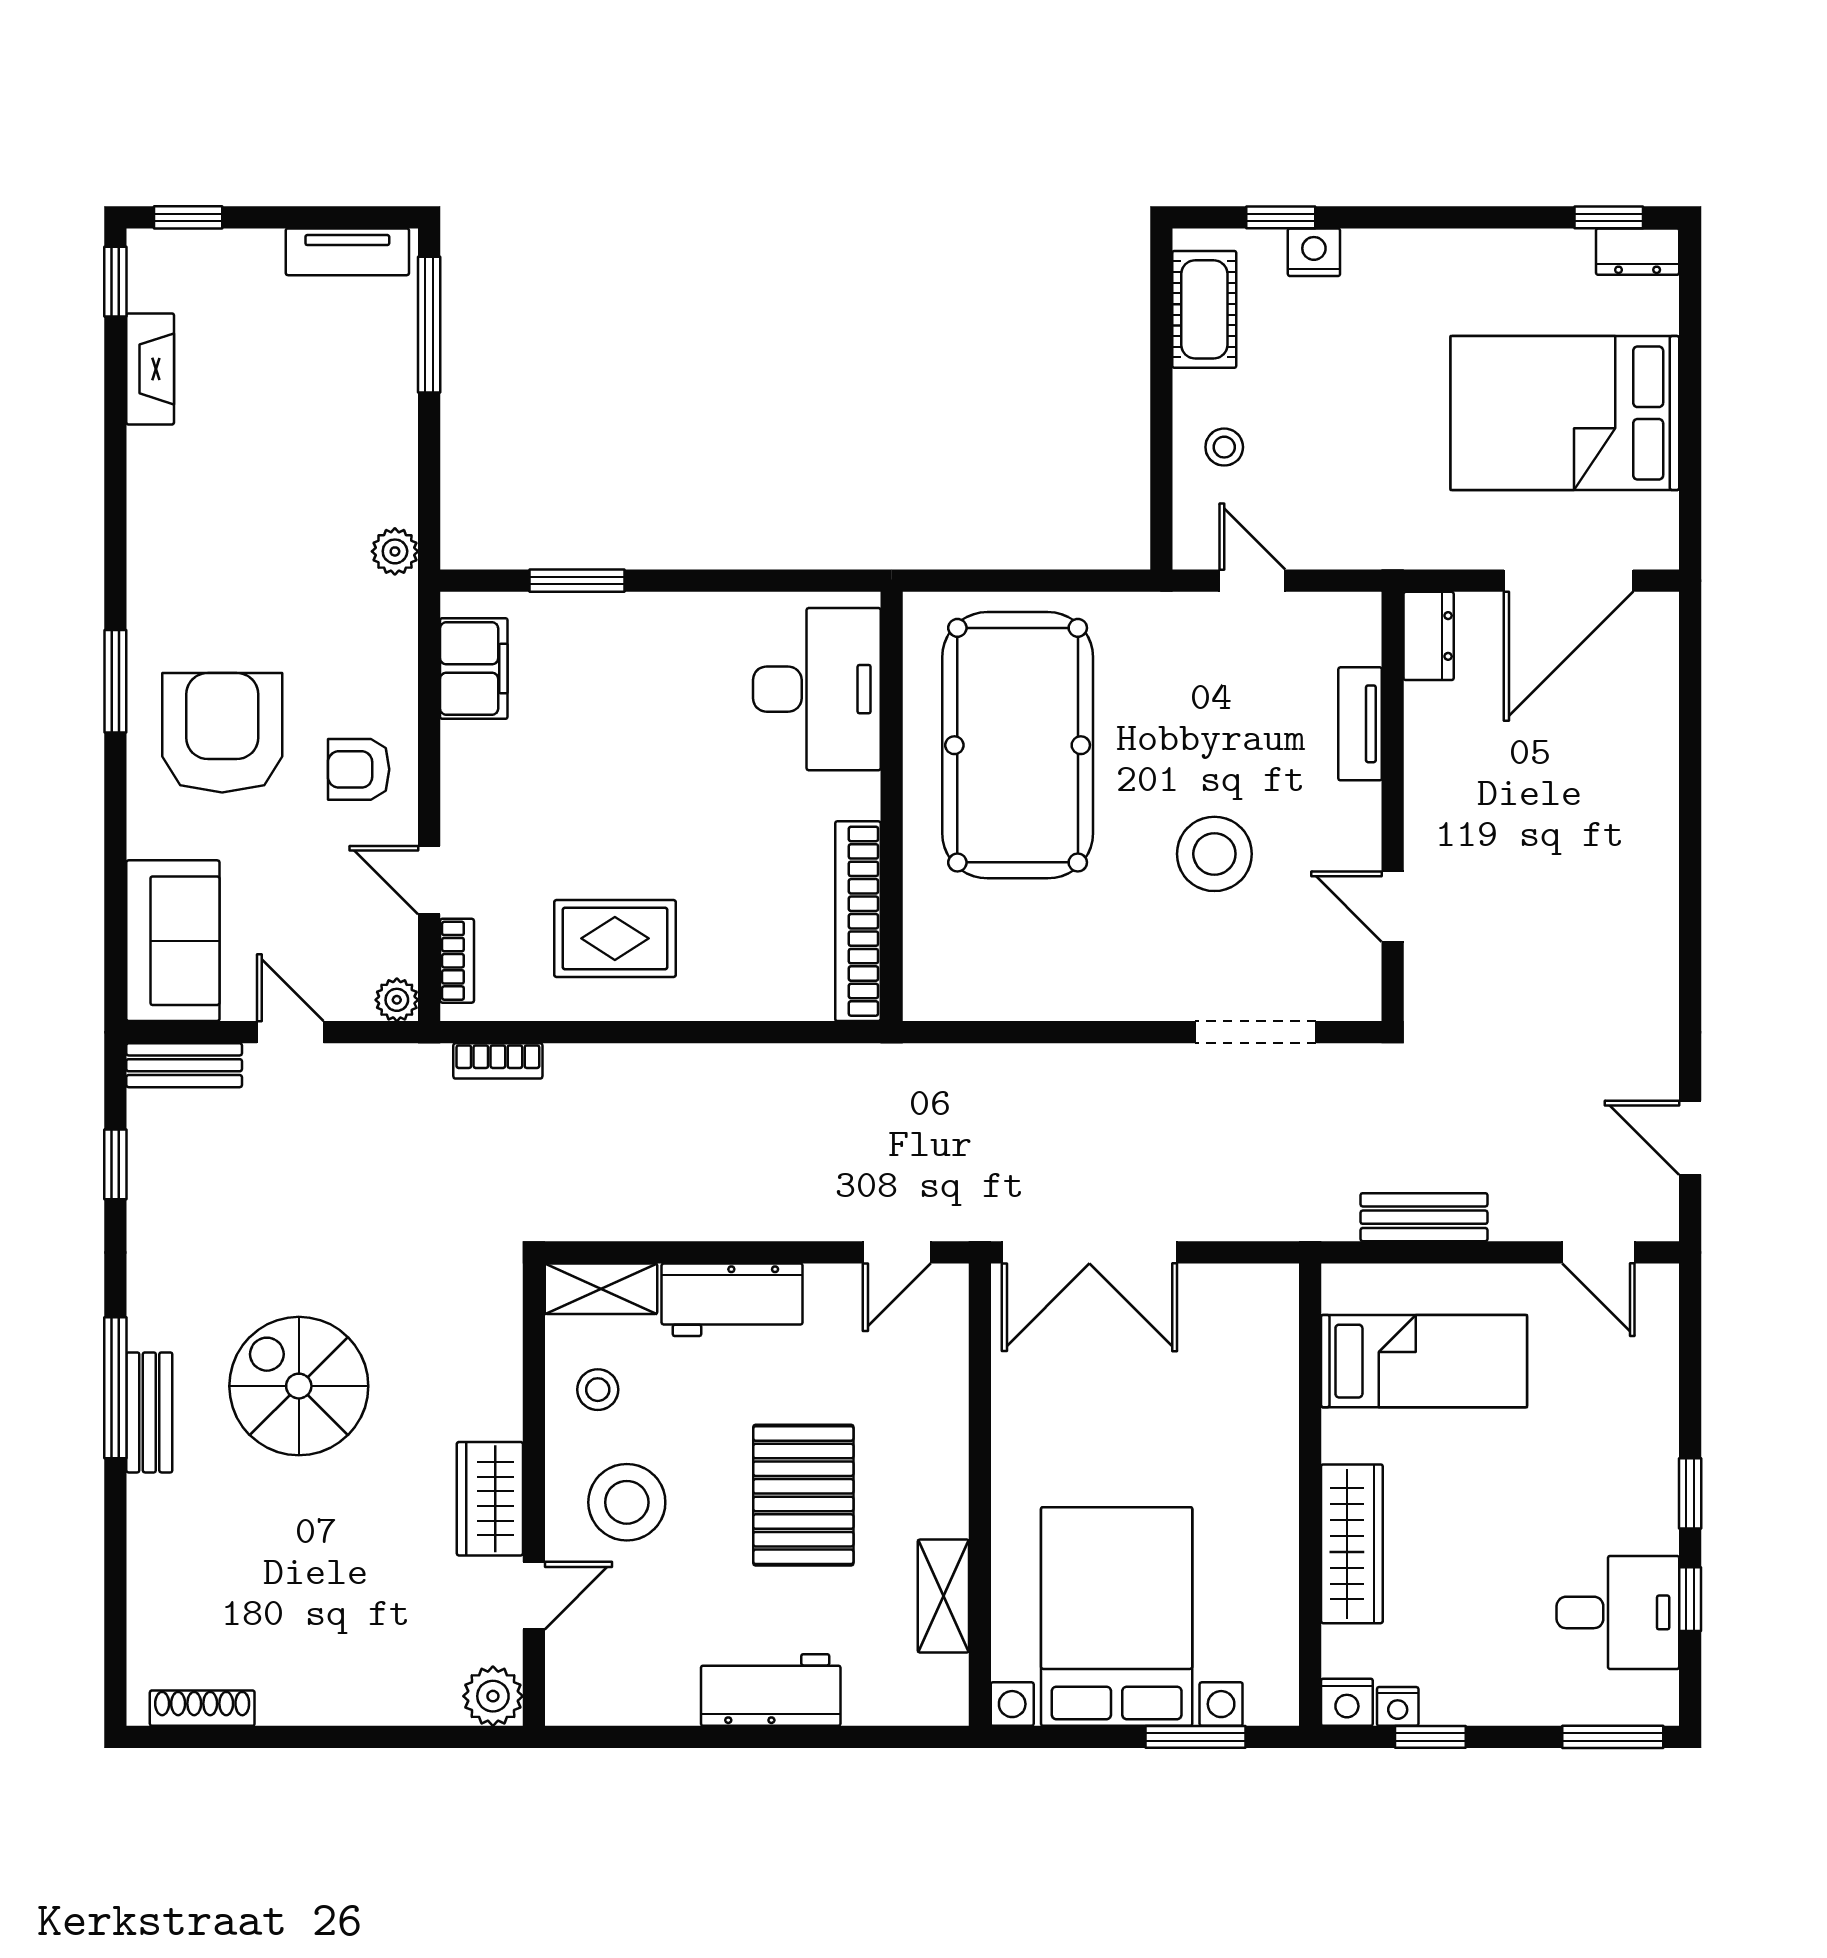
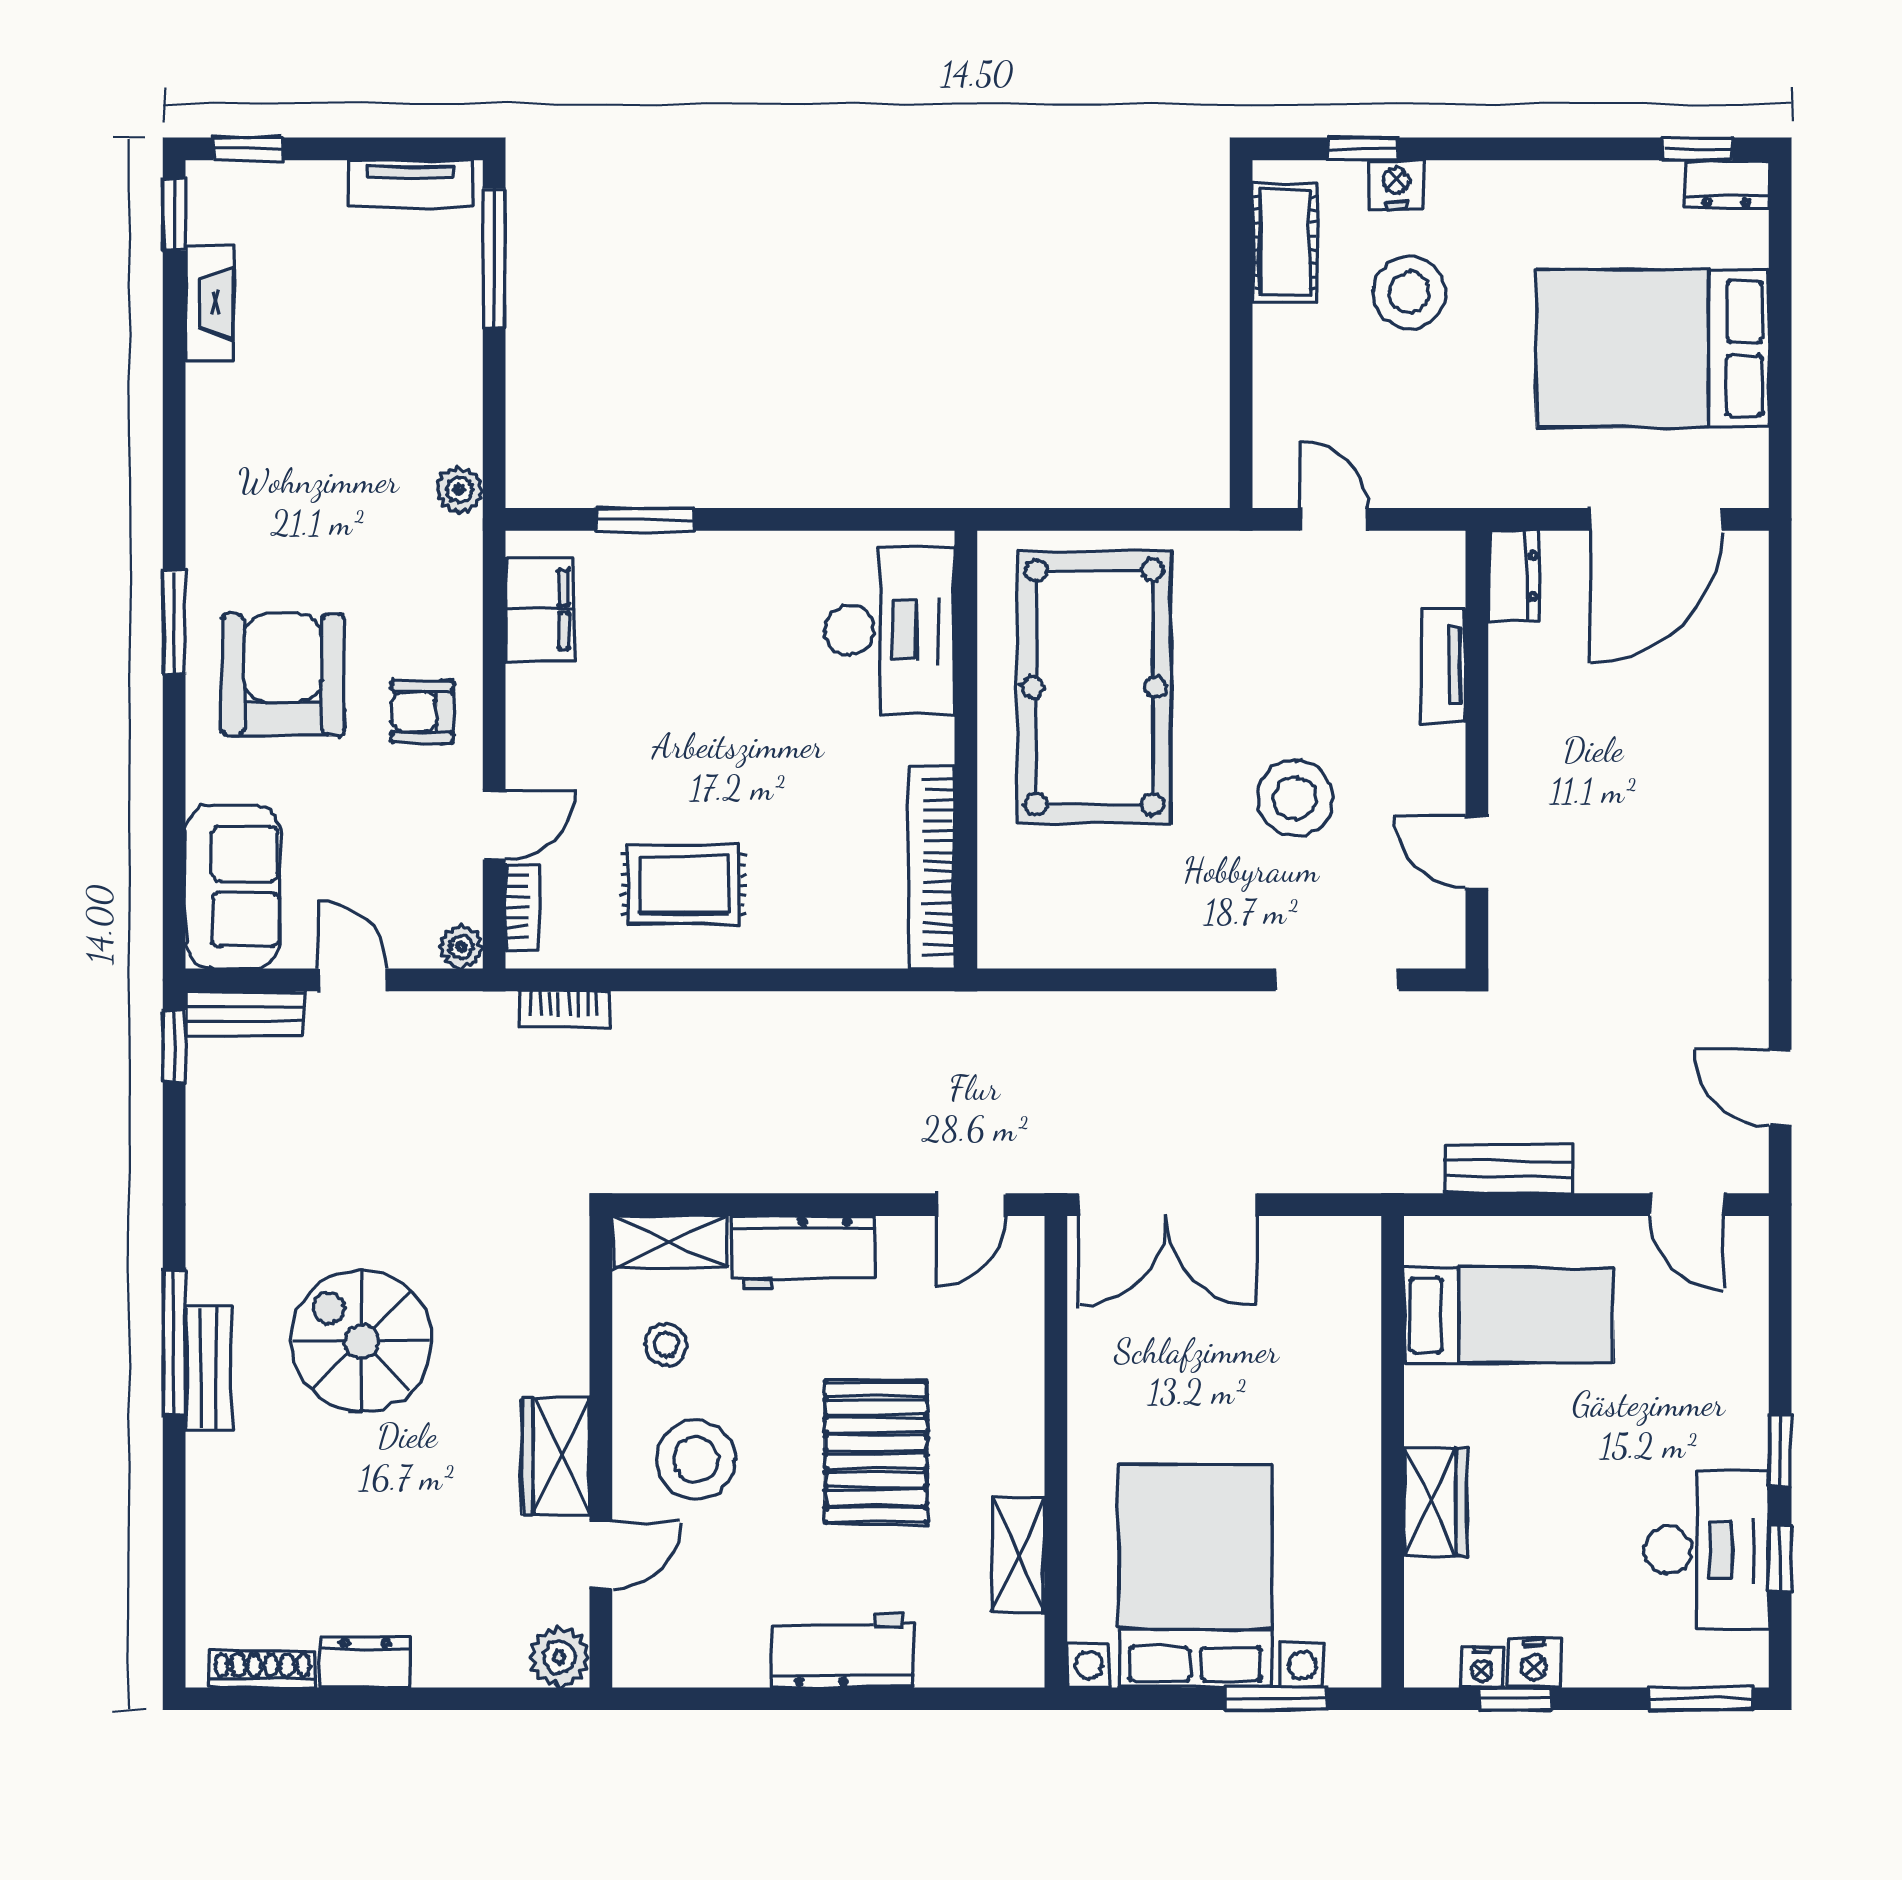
stool: (1224, 447) -> (1409, 292), moved, width x1.89, depth x1.89
door: (429, 880) -> (494, 825), swing flipped
window: (115, 1164) -> (174, 1046), moved
wardrobe: (1352, 1544) -> (1435, 1502), width x0.67
desk: (1618, 1612) -> (1707, 1550), width x1.37
dresser: (303, 1701) -> (365, 1662), added
nightstand: (1347, 1702) -> (1534, 1663), moved

